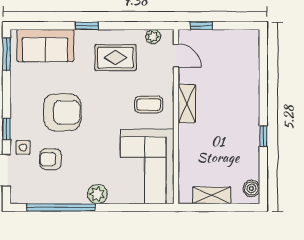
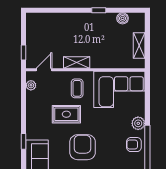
window: (87, 26) -> (23, 141), moved
rug: (116, 58) -> (66, 114), moved, turned 90
armchair: (51, 159) -> (134, 145), moved, turned 90
boiler: (251, 188) -> (123, 18), moved

